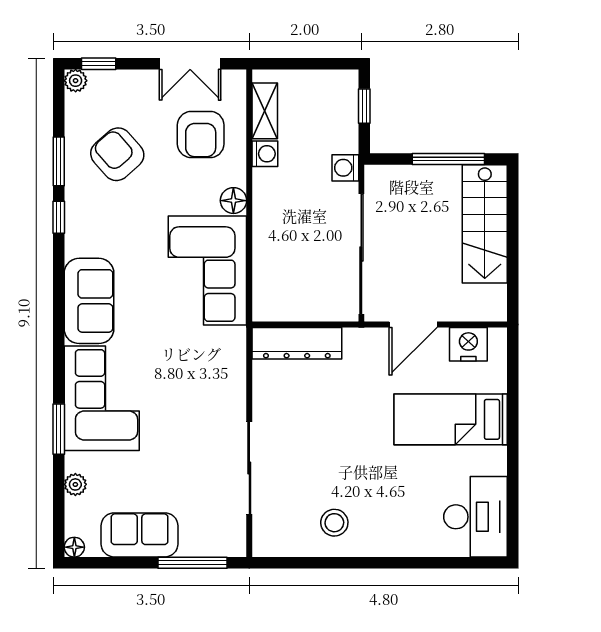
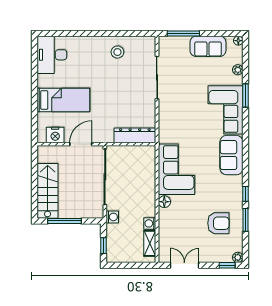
armchair: (201, 134) -> (180, 232), removed
armchair: (117, 154) -> (218, 223), turned -49

